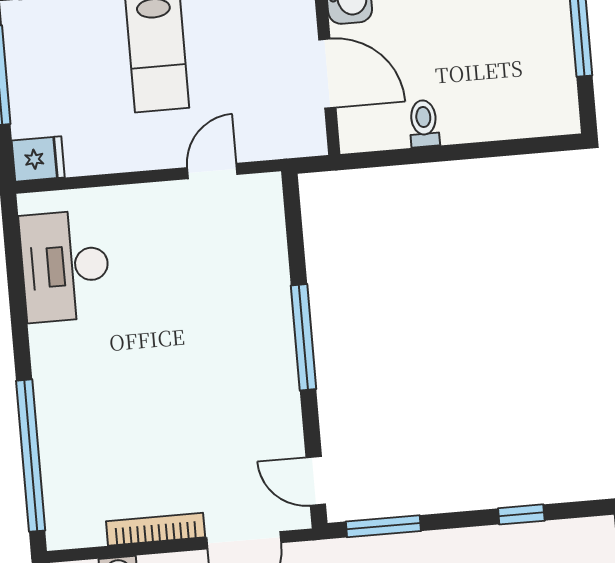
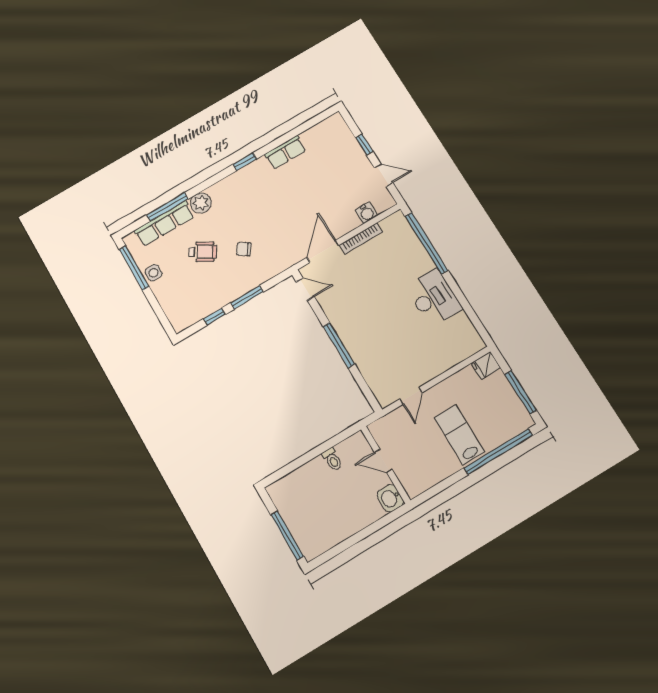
door: (327, 73) -> (383, 461), width x0.73
desk: (65, 266) -> (434, 298), moved
window: (383, 526) -> (247, 297), moved

